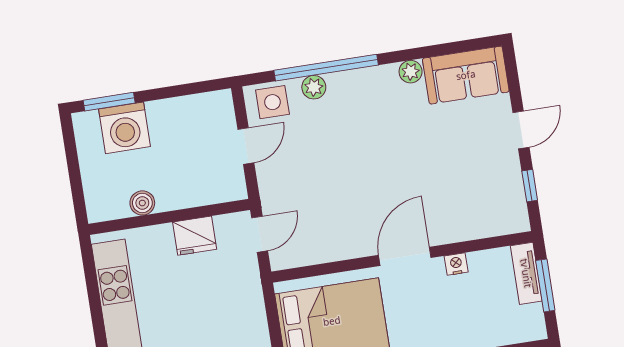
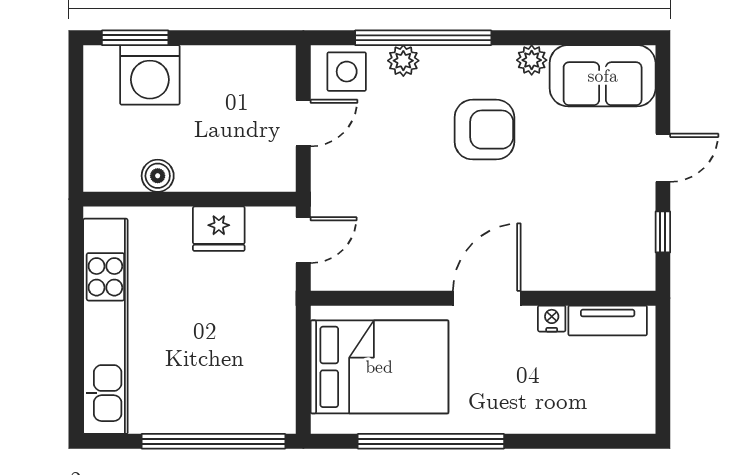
armchair: (383, 130) -> (484, 130), added
tv unit: (526, 273) -> (608, 321), moved, turned -90
window: (545, 285) -> (663, 364), removed

